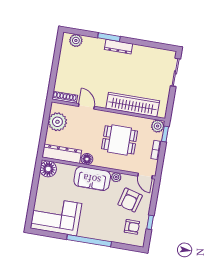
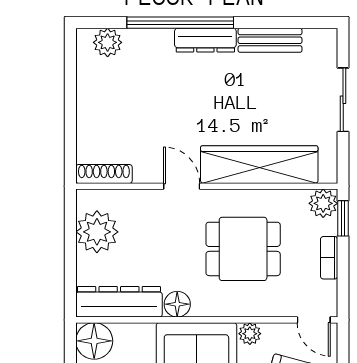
window: (109, 37) -> (180, 23), width x2.11
bench: (146, 51) -> (270, 40), added
sliding door: (176, 72) -> (343, 100), moved
door: (86, 106) -> (182, 186), moved

